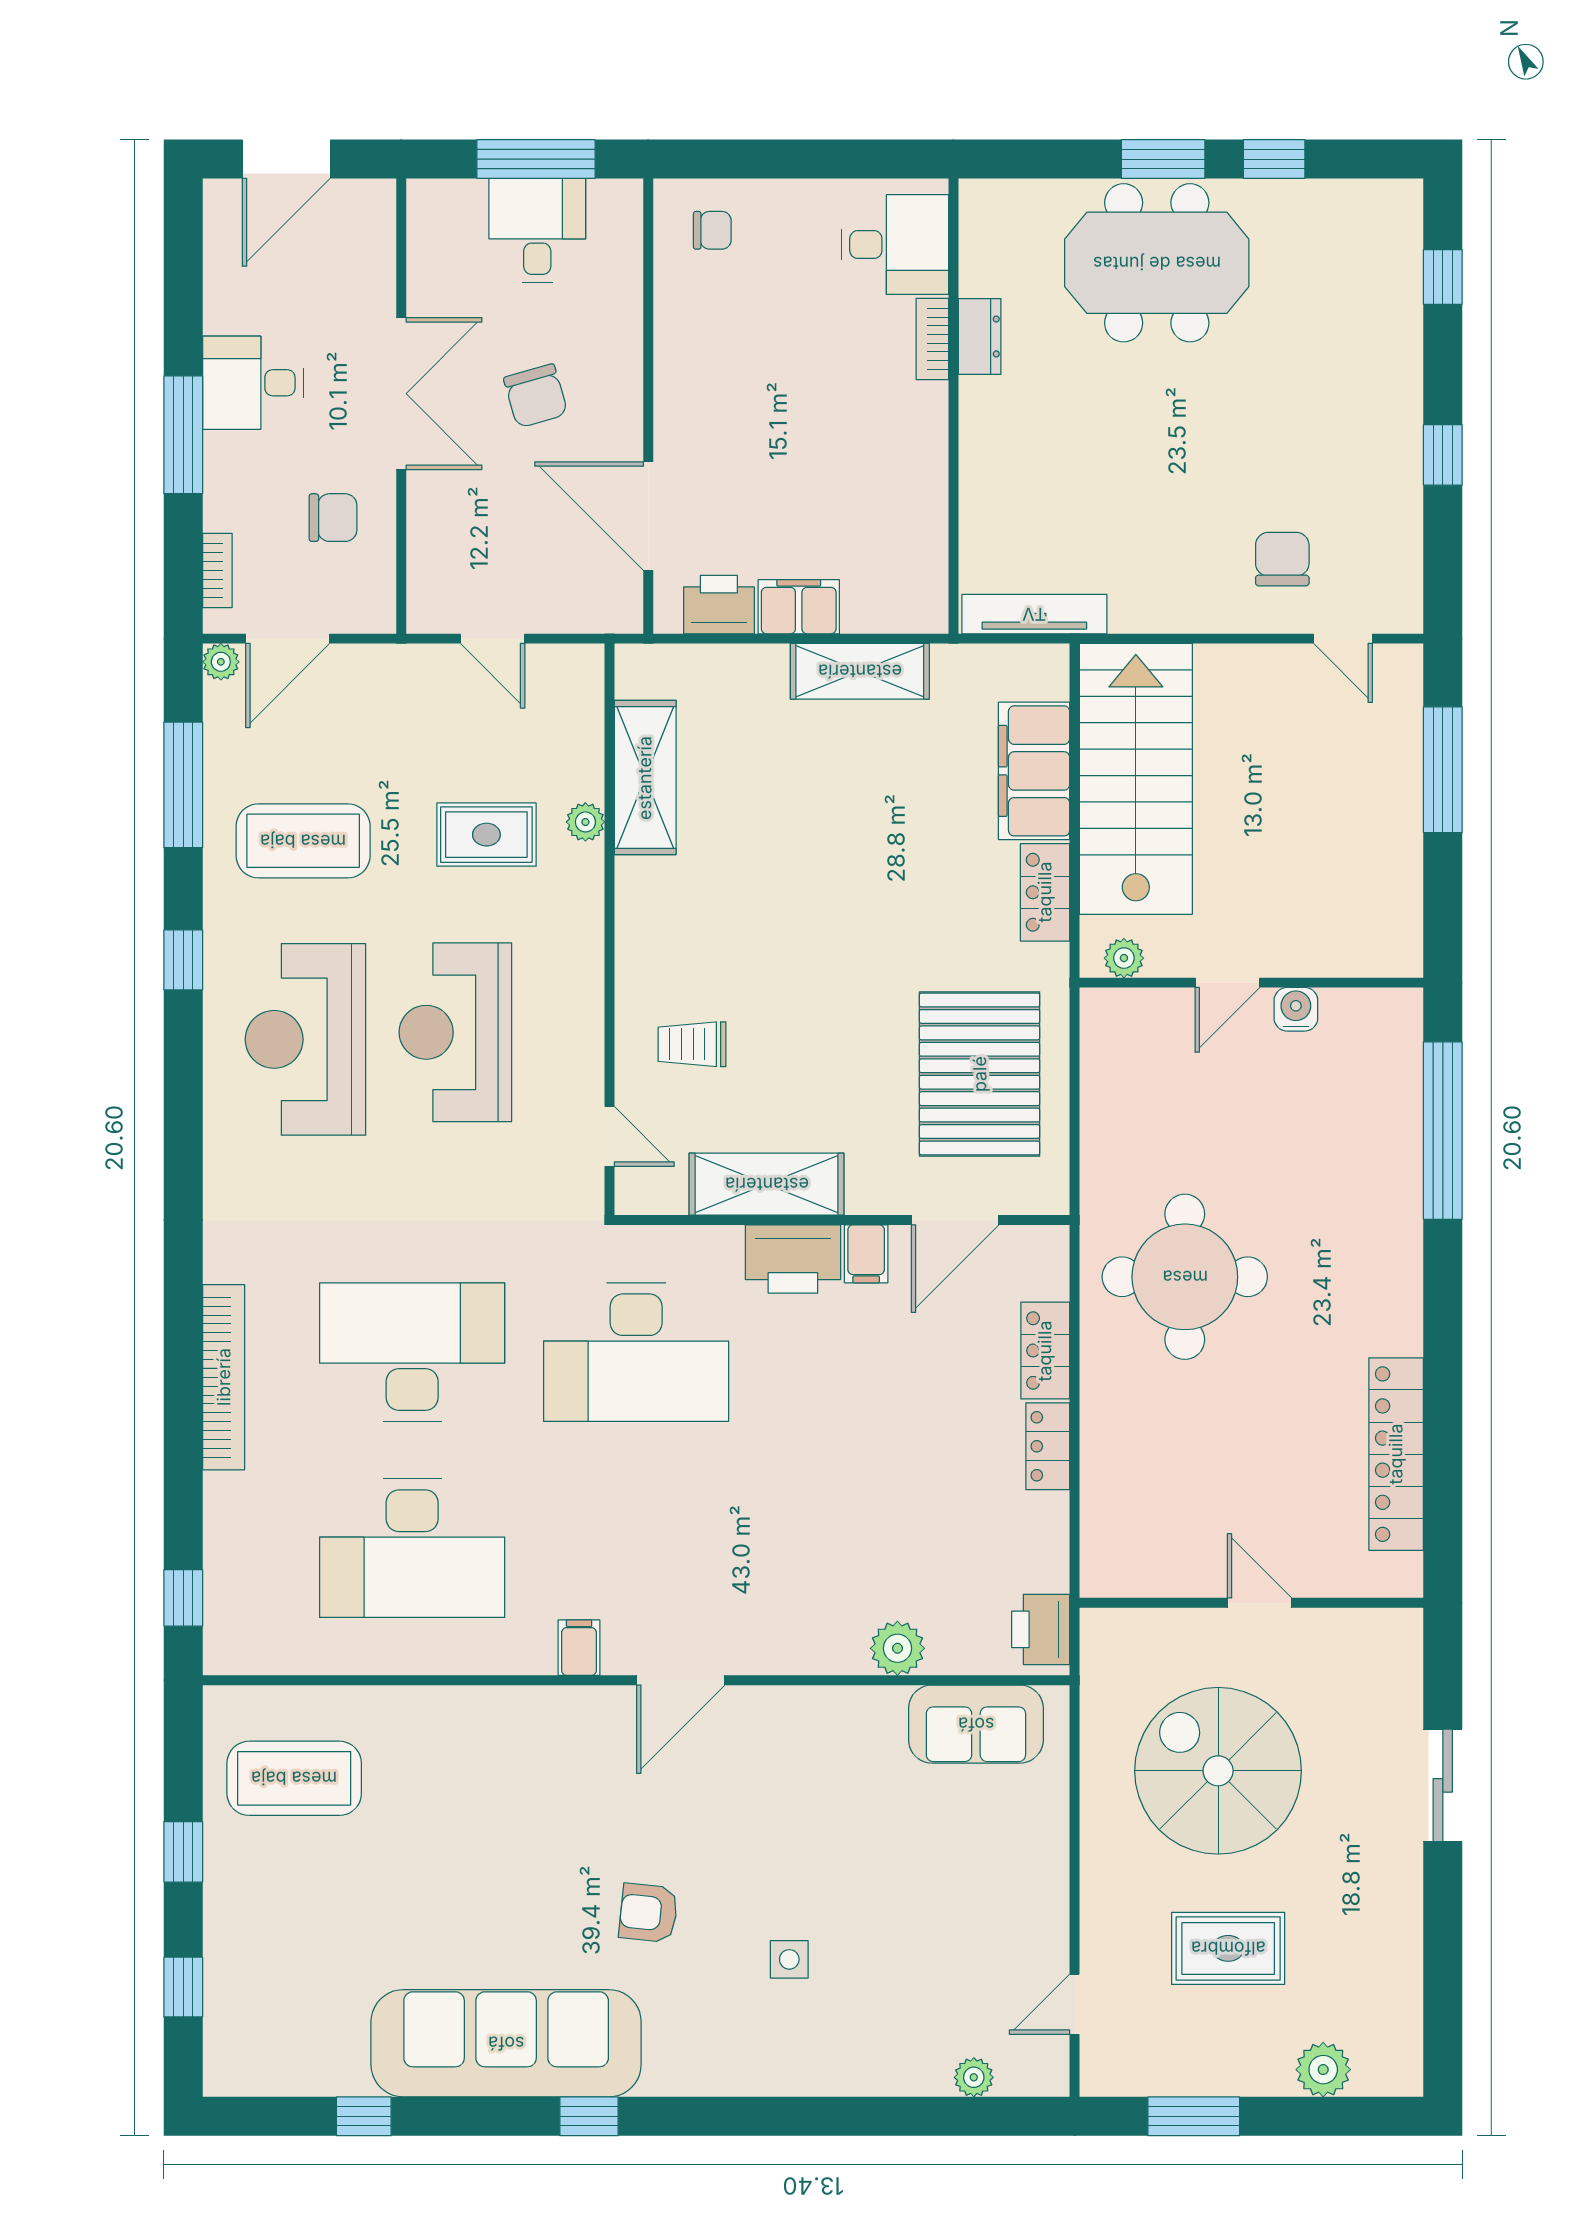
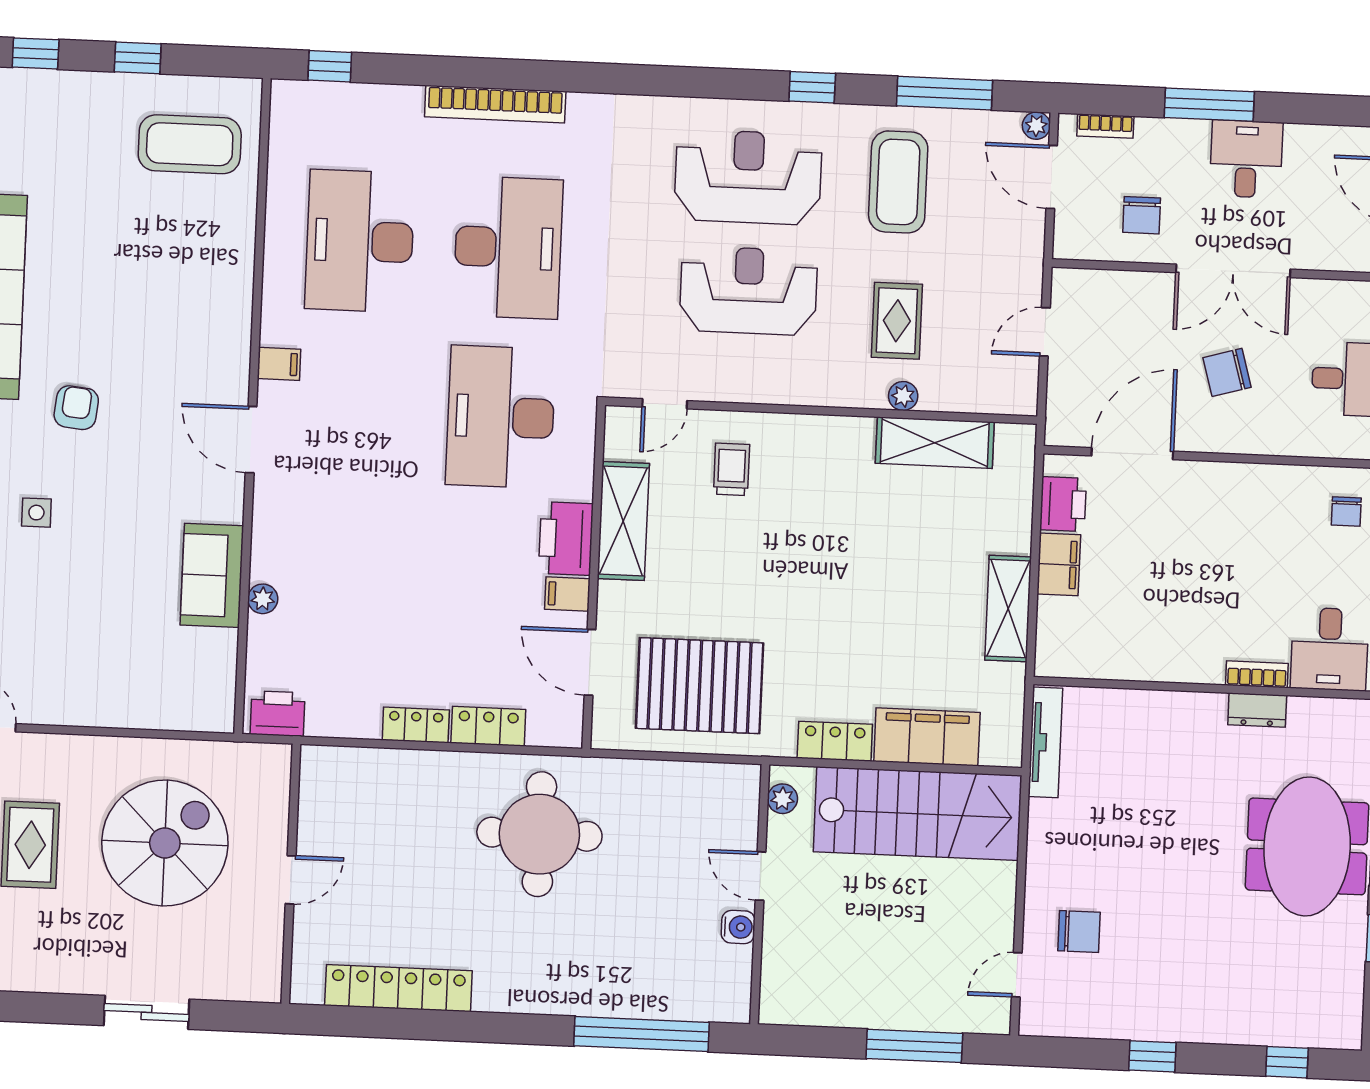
plant: (897, 1648) -> (263, 599), width x0.73, depth x0.73
sofa: (976, 1724) -> (212, 575), moved
coffee table: (294, 1778) -> (190, 144), turned 90

